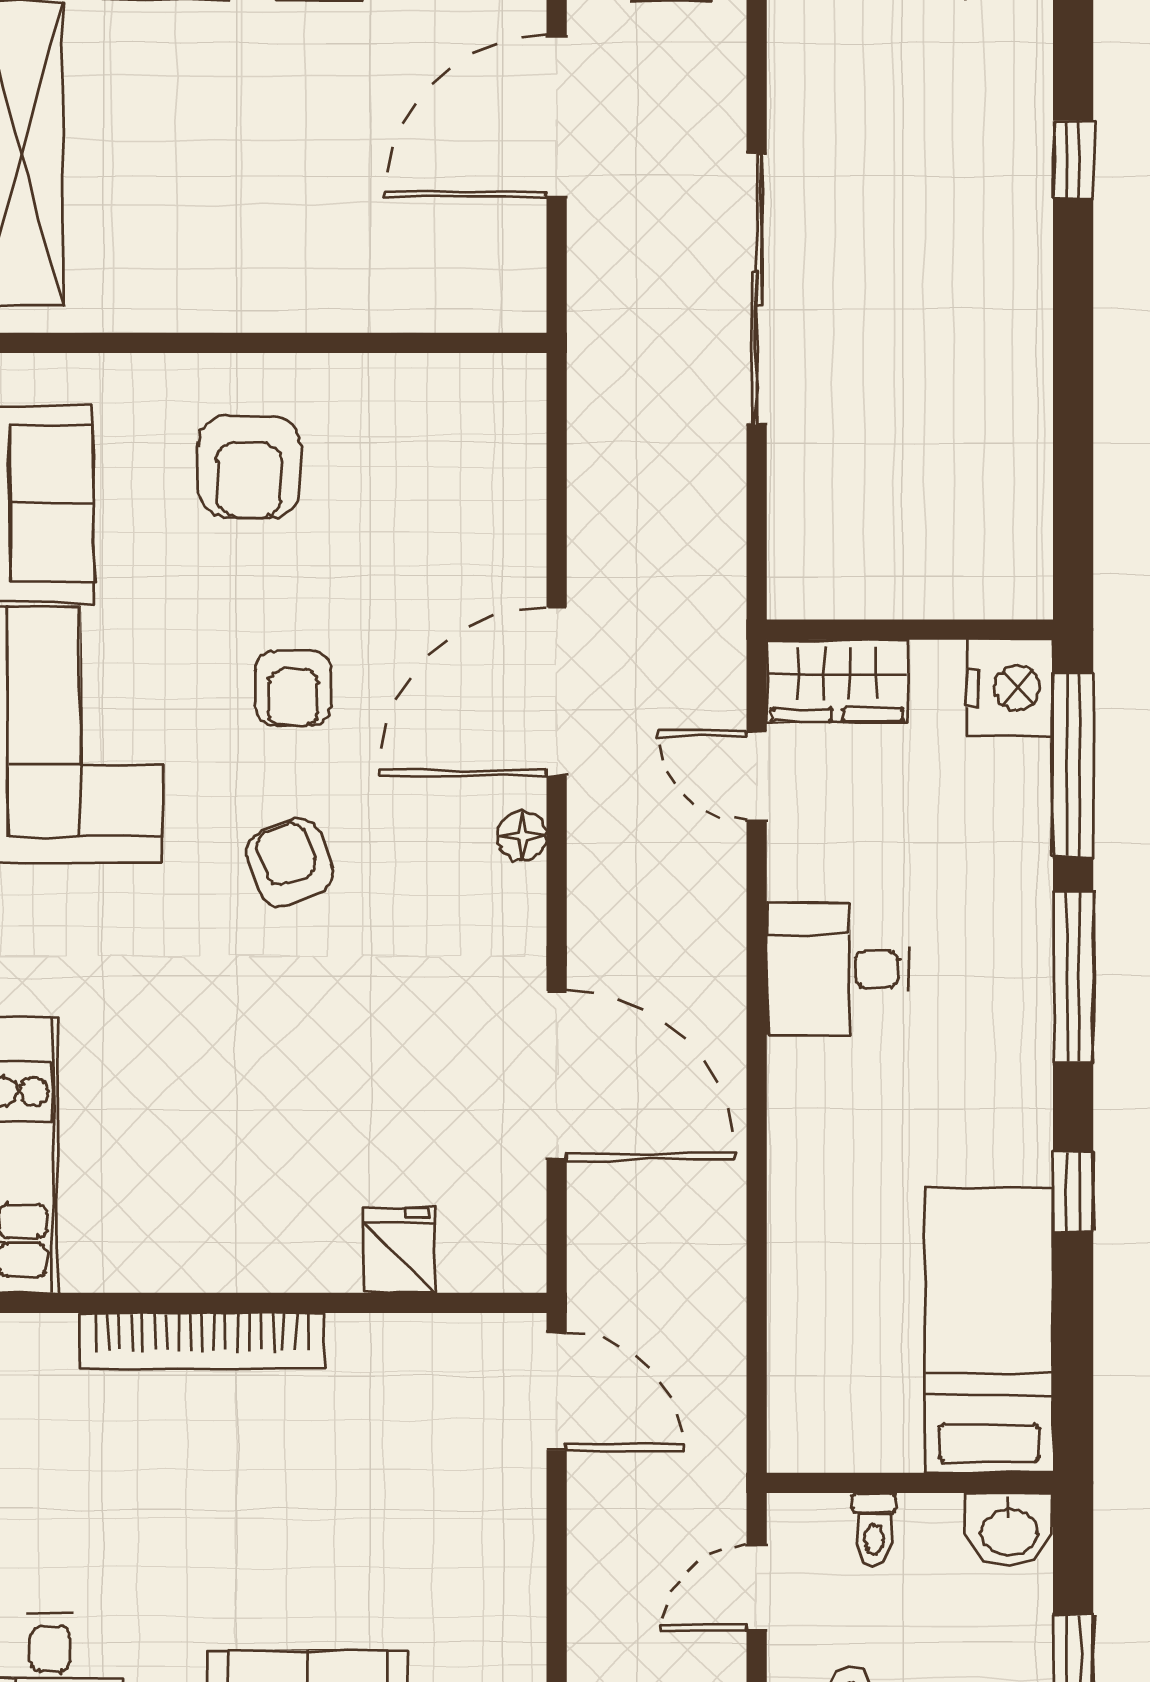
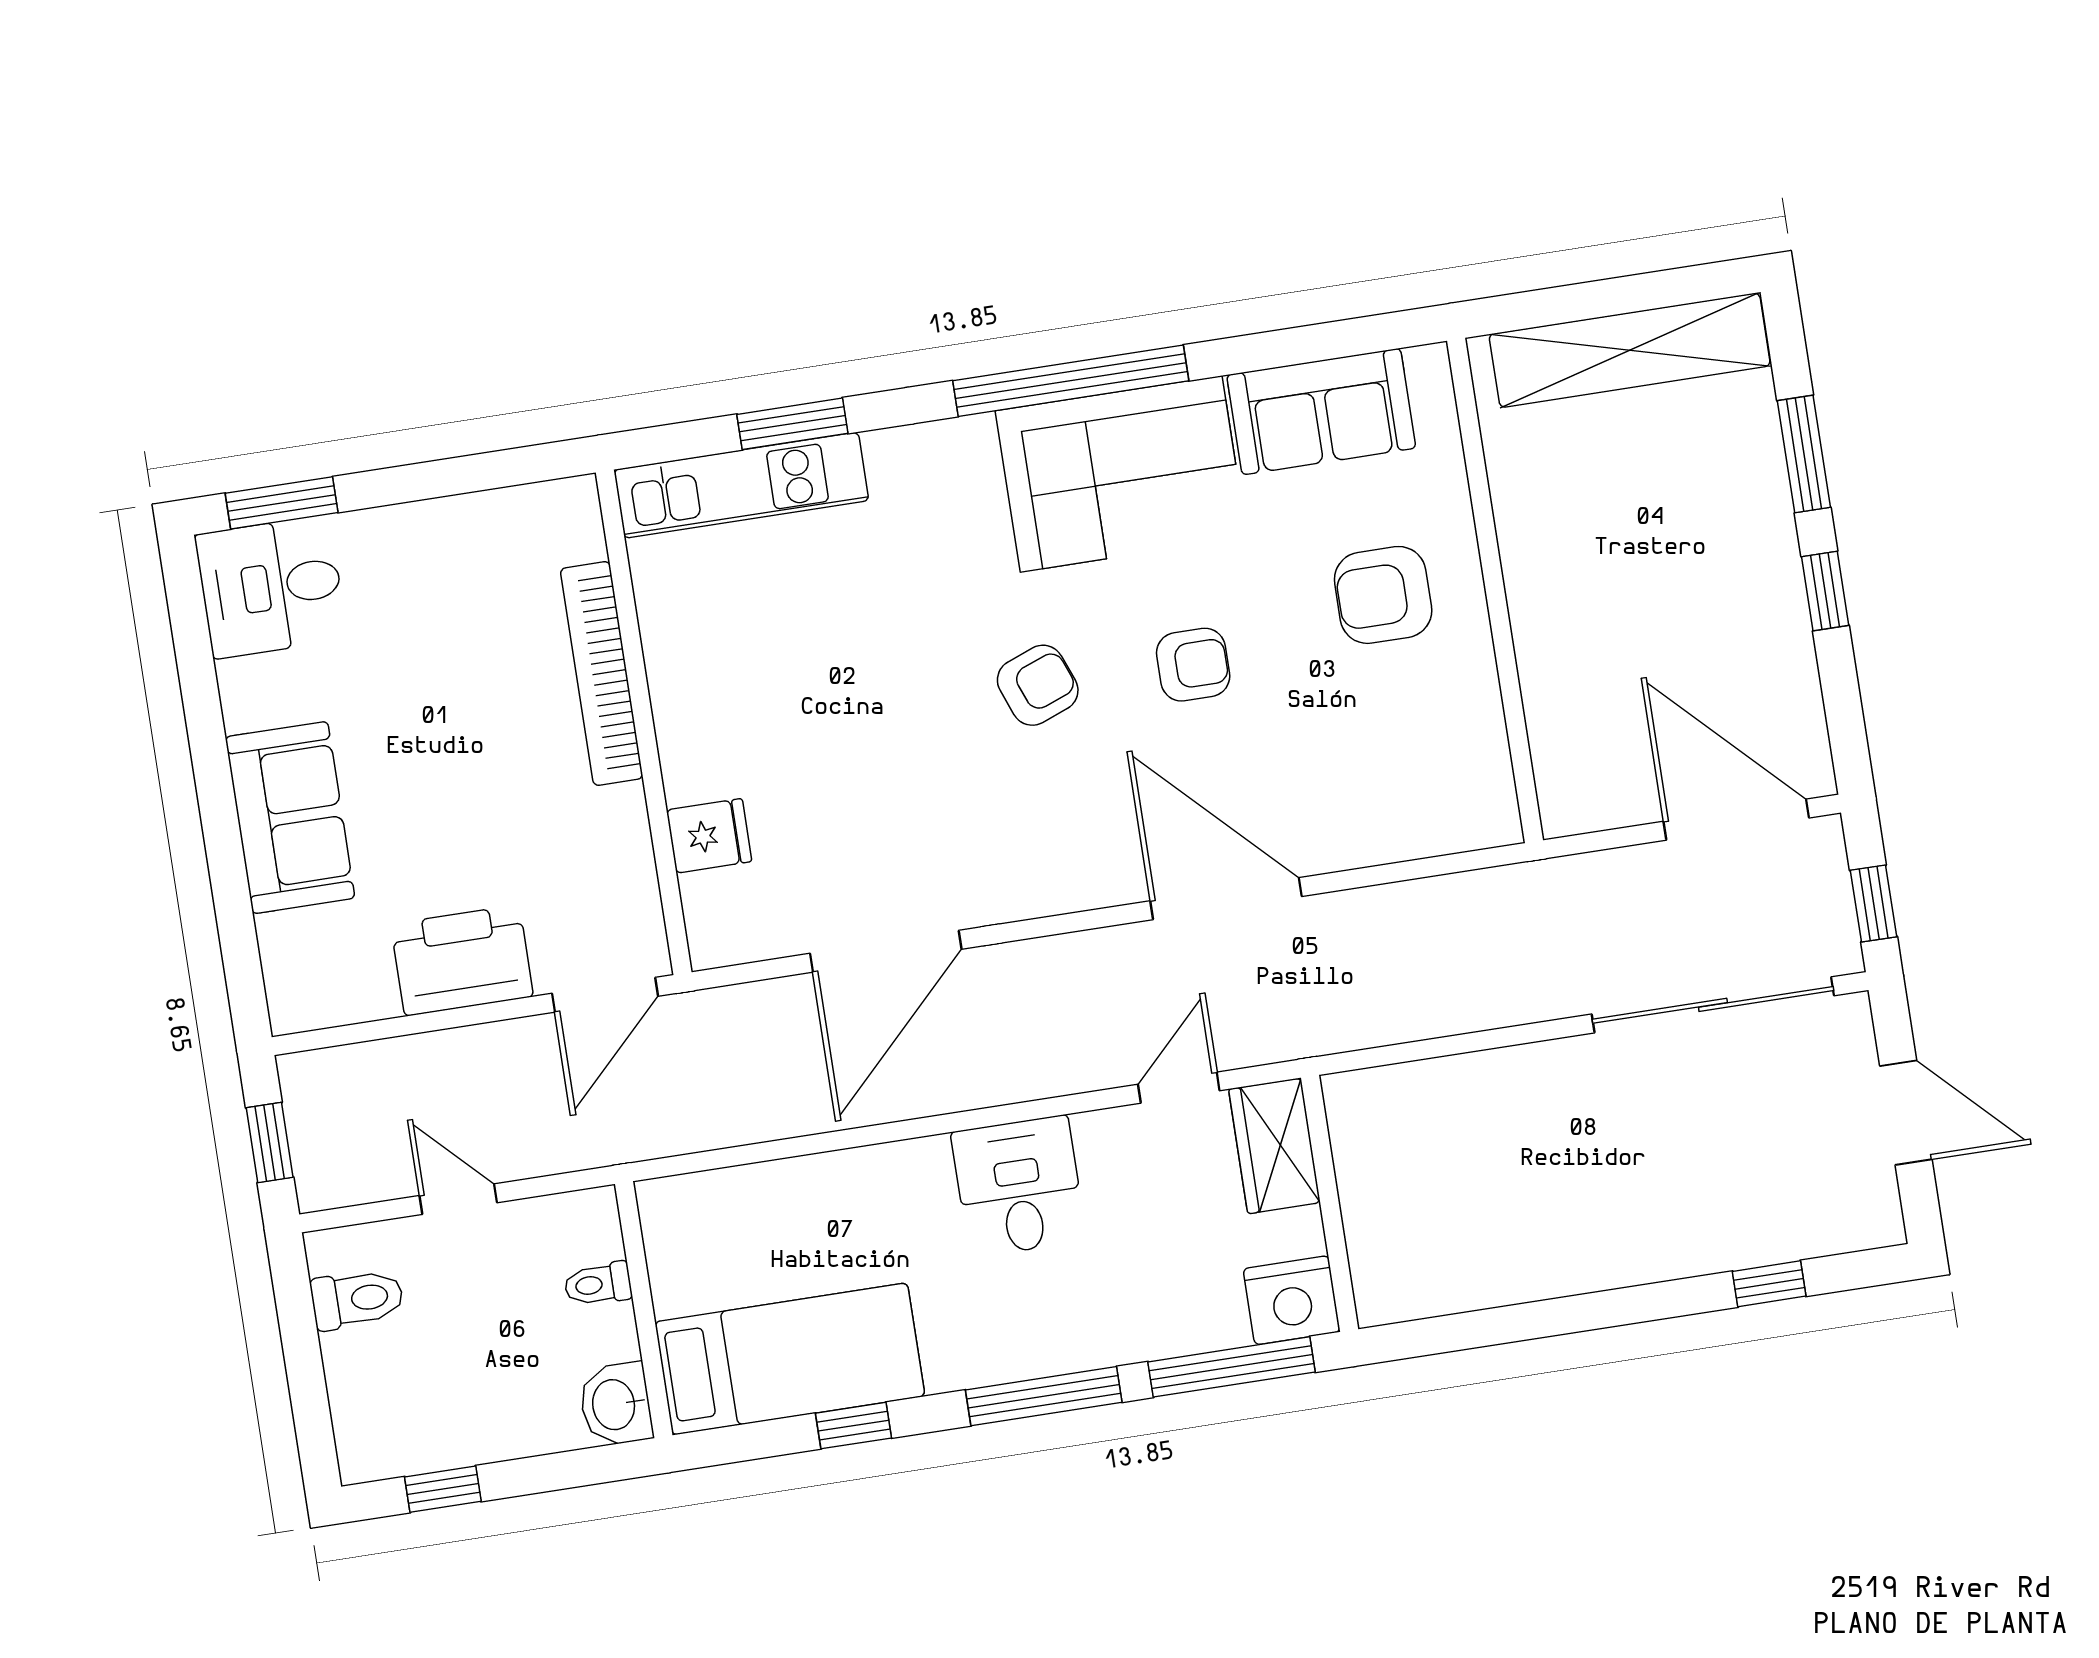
sliding door: (757, 289) -> (1713, 1005), moved
armchair: (293, 688) -> (1193, 665), turned 180
floor lamp: (522, 836) -> (1093, 888), removed
bed: (989, 1330) -> (790, 1359), moved
wall: (910, 1483) -> (644, 1310), moved
toilet: (874, 1529) -> (598, 1284), moved
washbasin: (1009, 1530) -> (616, 1404), moved
printer: (494, 1543) -> (462, 960), added

